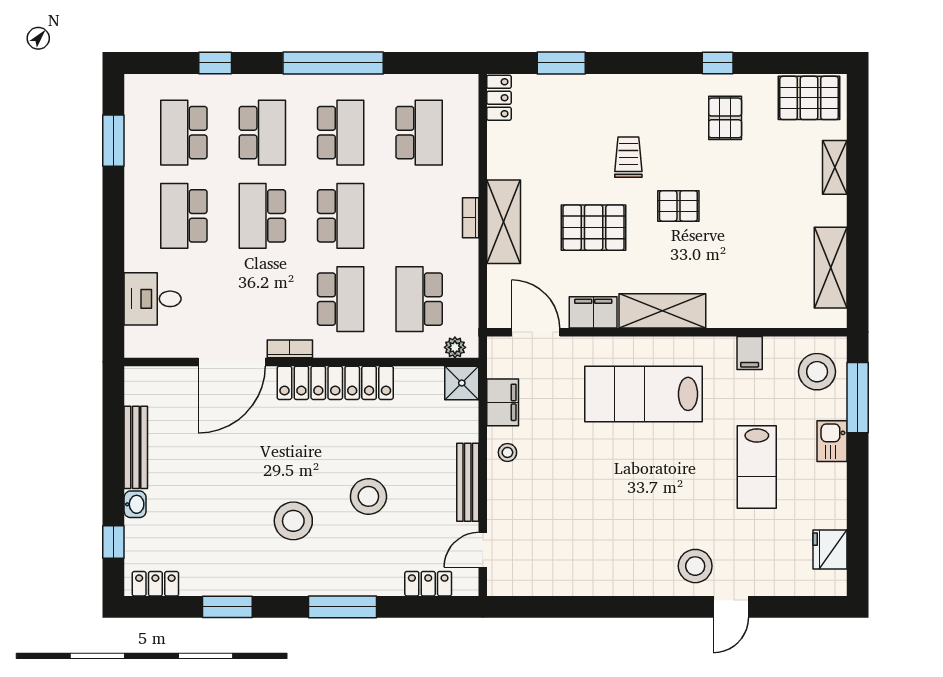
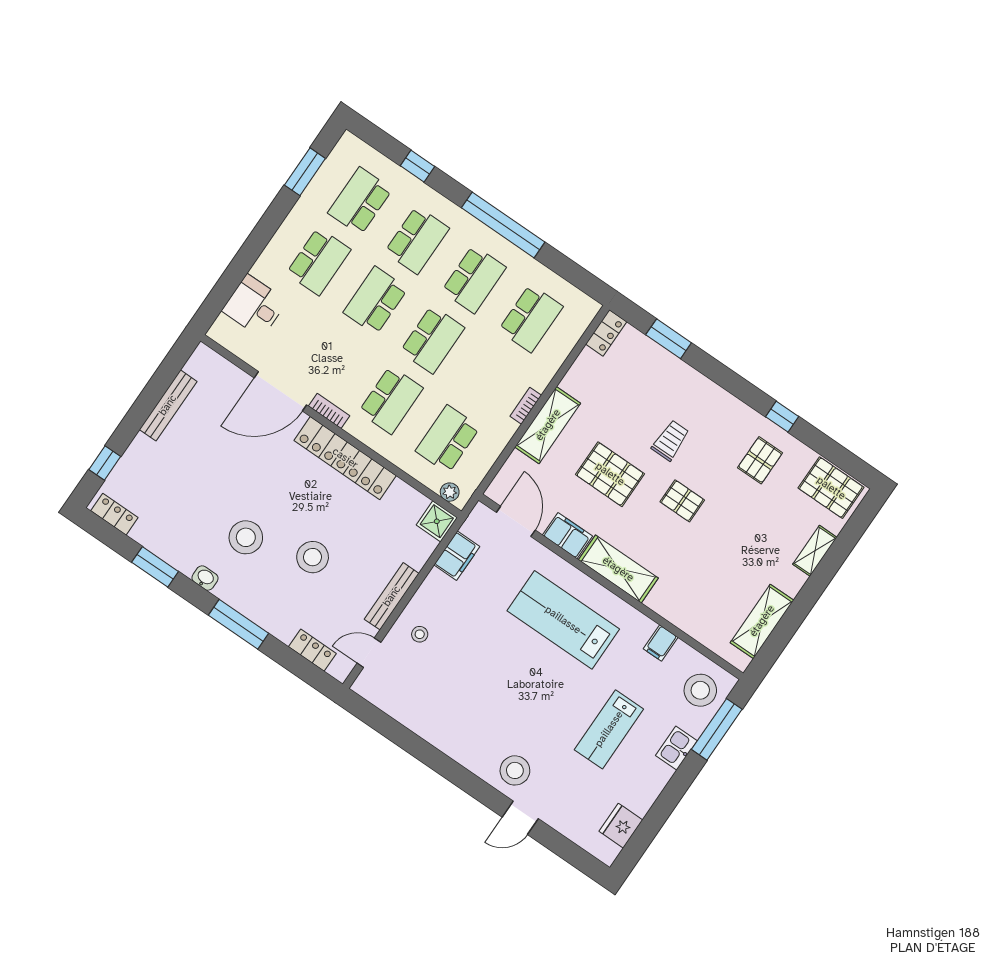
school desk: (184, 216) -> (319, 261), turned 180
stool: (507, 452) -> (420, 634), moved
washbasin: (135, 504) -> (205, 578), moved, turned -90

